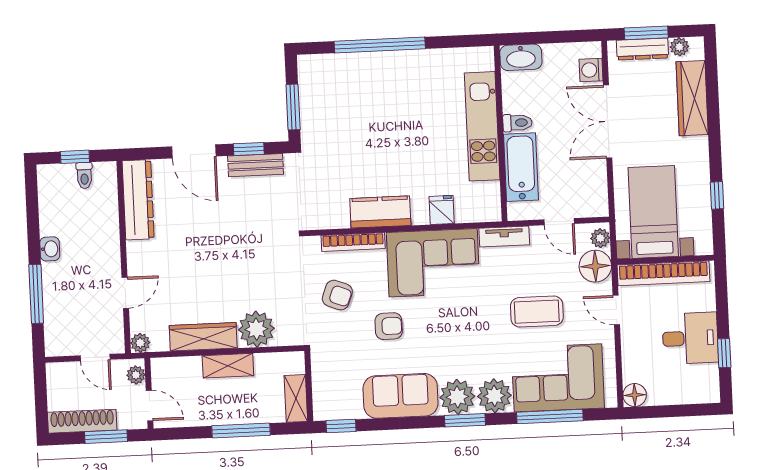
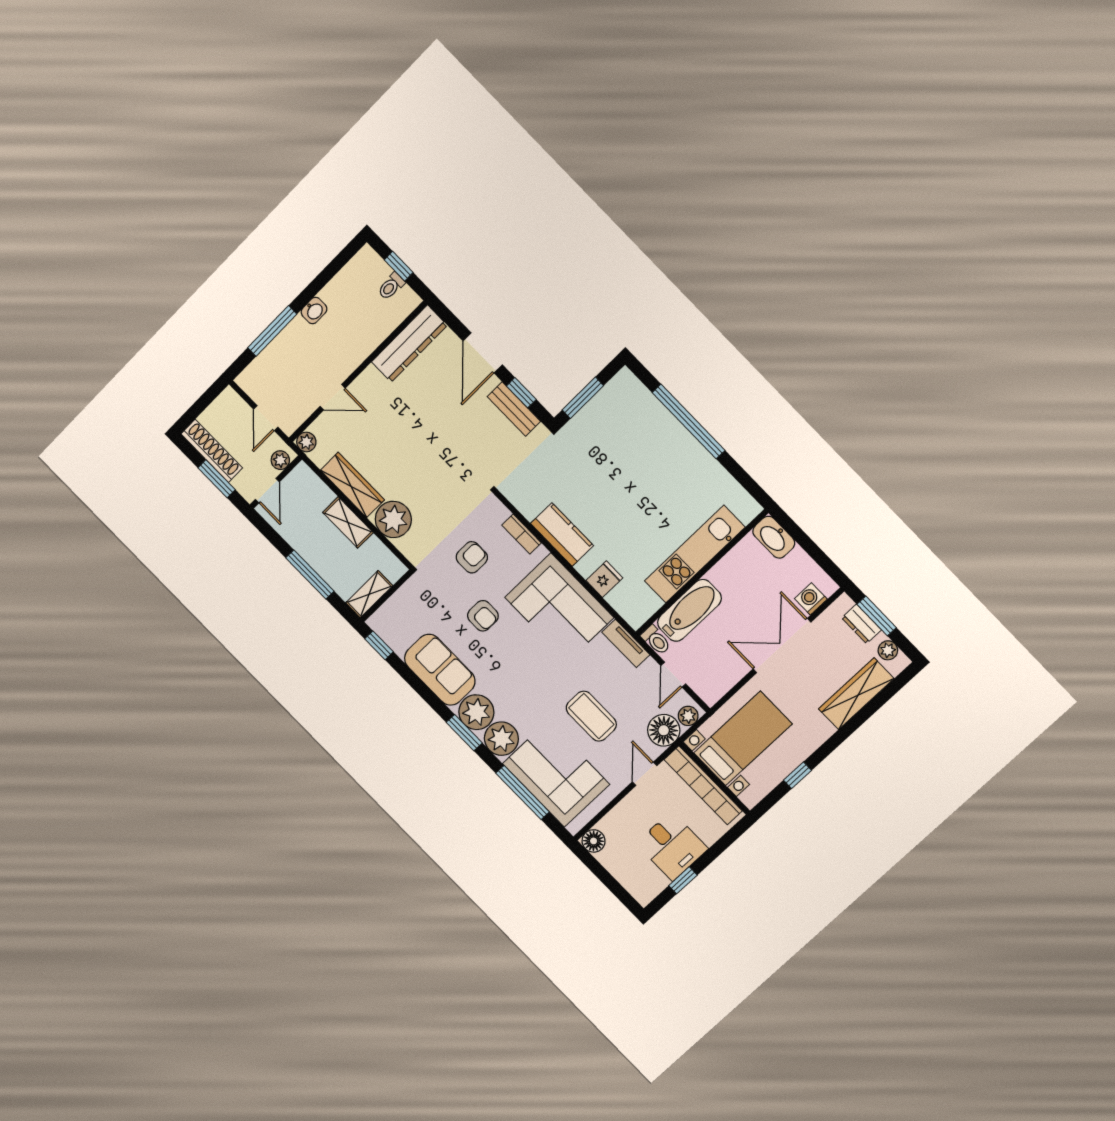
dresser: (642, 49) -> (861, 624), width x0.70
toilet: (517, 123) -> (656, 640), moved
bookcase: (353, 242) -> (522, 534), width x0.64
armchair: (337, 295) -> (472, 557), turned -111

